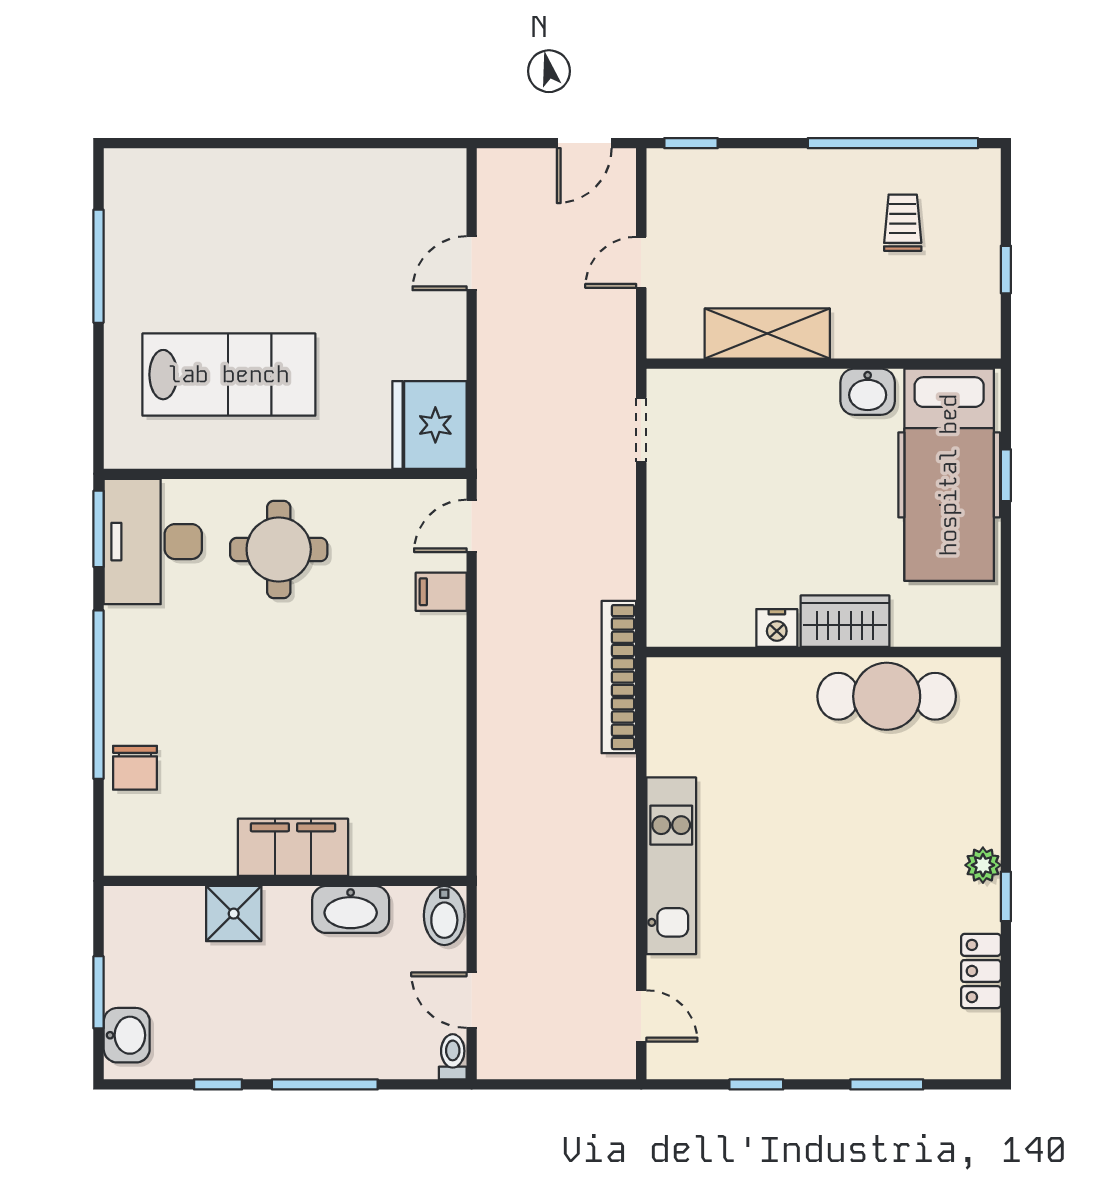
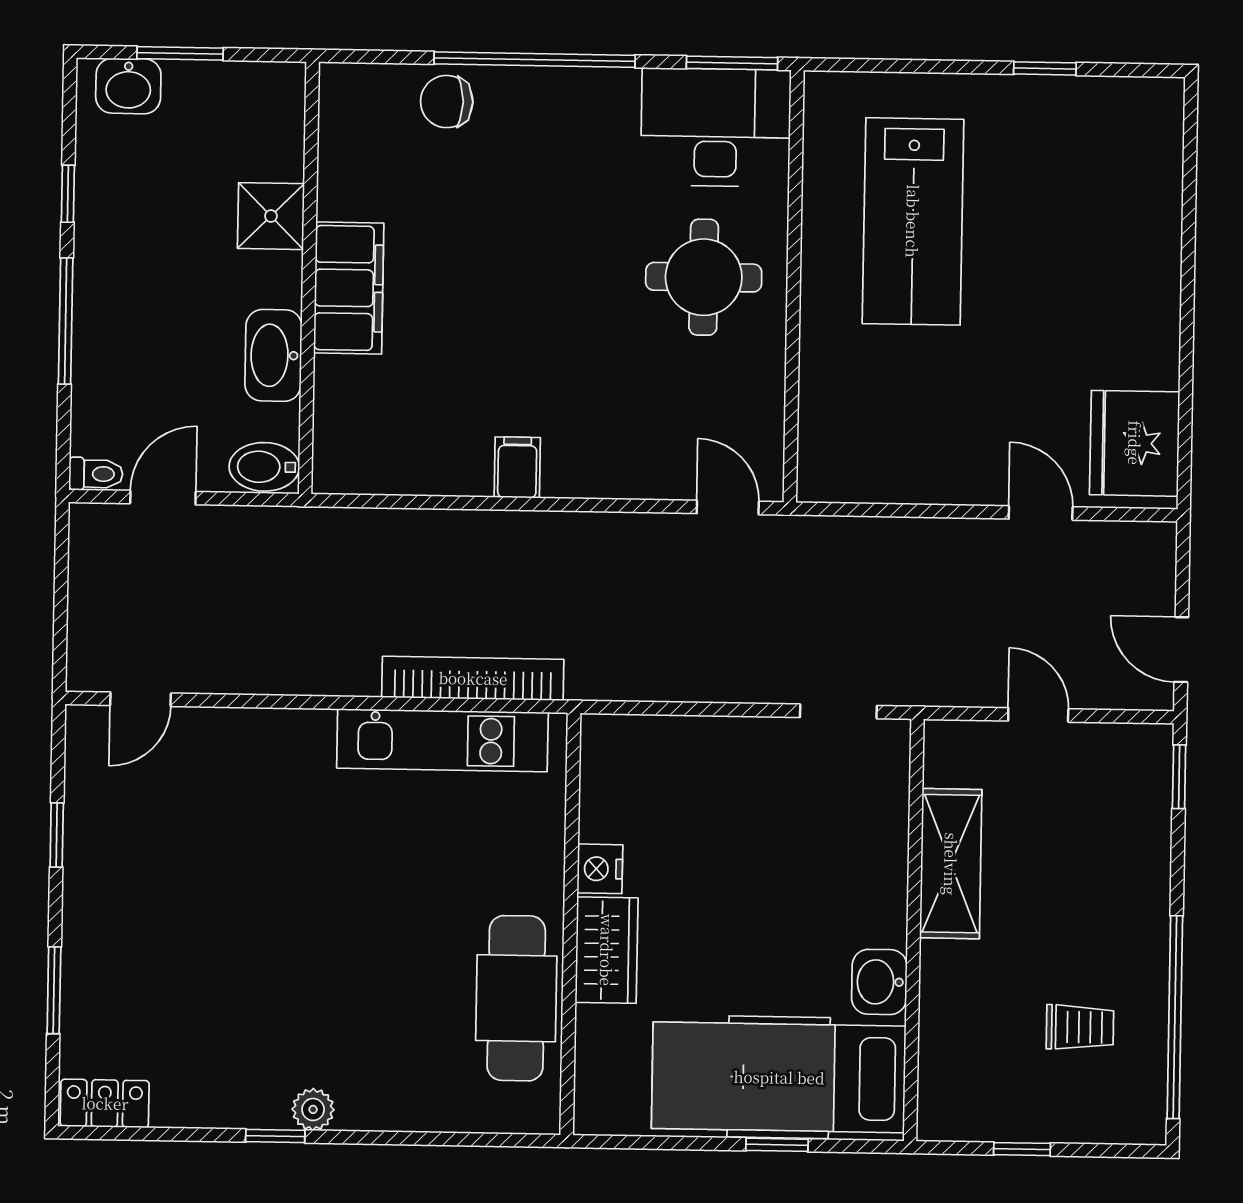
window: (99, 266) -> (1045, 68), width x0.46
fridge: (429, 425) -> (1135, 443), moved, turned -90
filing cabinet: (441, 592) -> (517, 467), moved
bookcase: (619, 677) -> (473, 678), moved
kitchen unit: (671, 866) -> (442, 740), moved
locker: (981, 971) -> (105, 1103), moved

